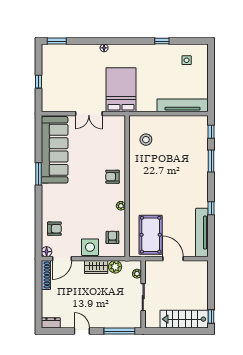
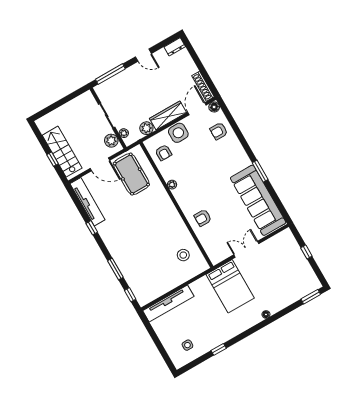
armchair: (113, 177) -> (203, 218), moved, turned 180
wardrobe: (96, 267) -> (168, 116), width x1.50
plant: (151, 273) -> (111, 141), added
window: (211, 317) -> (53, 159), moved
stairs: (184, 319) -> (62, 152), moved, turned -90

